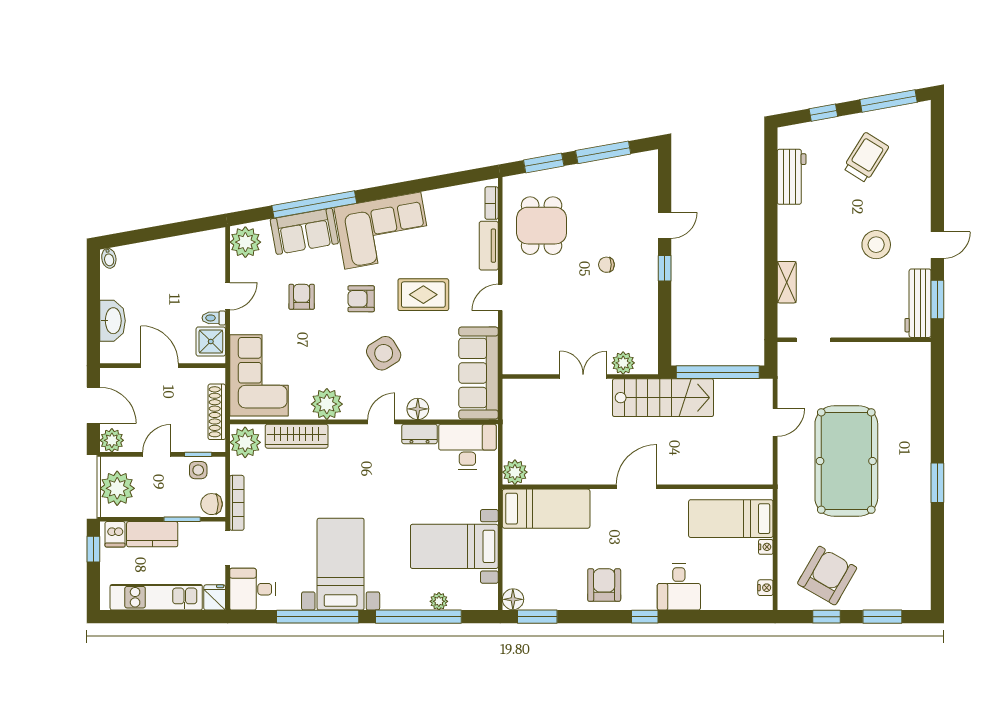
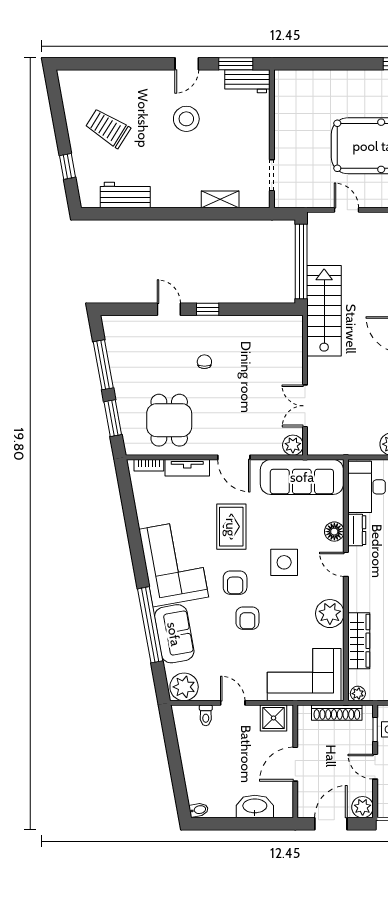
window: (889, 101) -> (57, 108), removed
dining table: (542, 226) -> (169, 420), turned 90
door: (937, 245) -> (187, 64), swing flipped
chair: (606, 265) -> (204, 362), turned 180
armchair: (302, 297) -> (247, 618), moved, turned -90
door: (500, 297) -> (234, 457), width x1.38
workbench: (918, 303) -> (247, 81), width x0.73
toilet: (214, 318) -> (206, 715), moved
side table: (384, 353) -> (284, 562), turned 32
plant: (623, 363) -> (293, 445), moved
double door: (583, 376) -> (305, 406), moved
plant: (245, 442) -> (358, 694), width x0.53, depth x0.53

